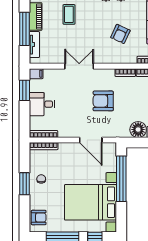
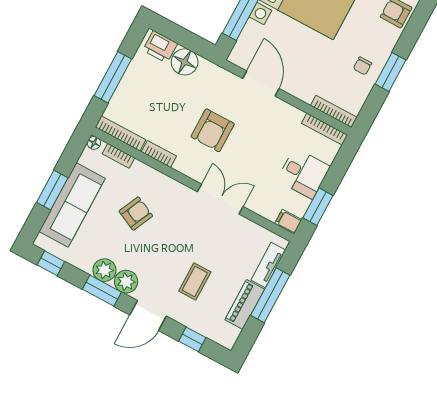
double door: (79, 66) -> (220, 199), swing flipped
armchair: (103, 101) -> (213, 130), turned 90

